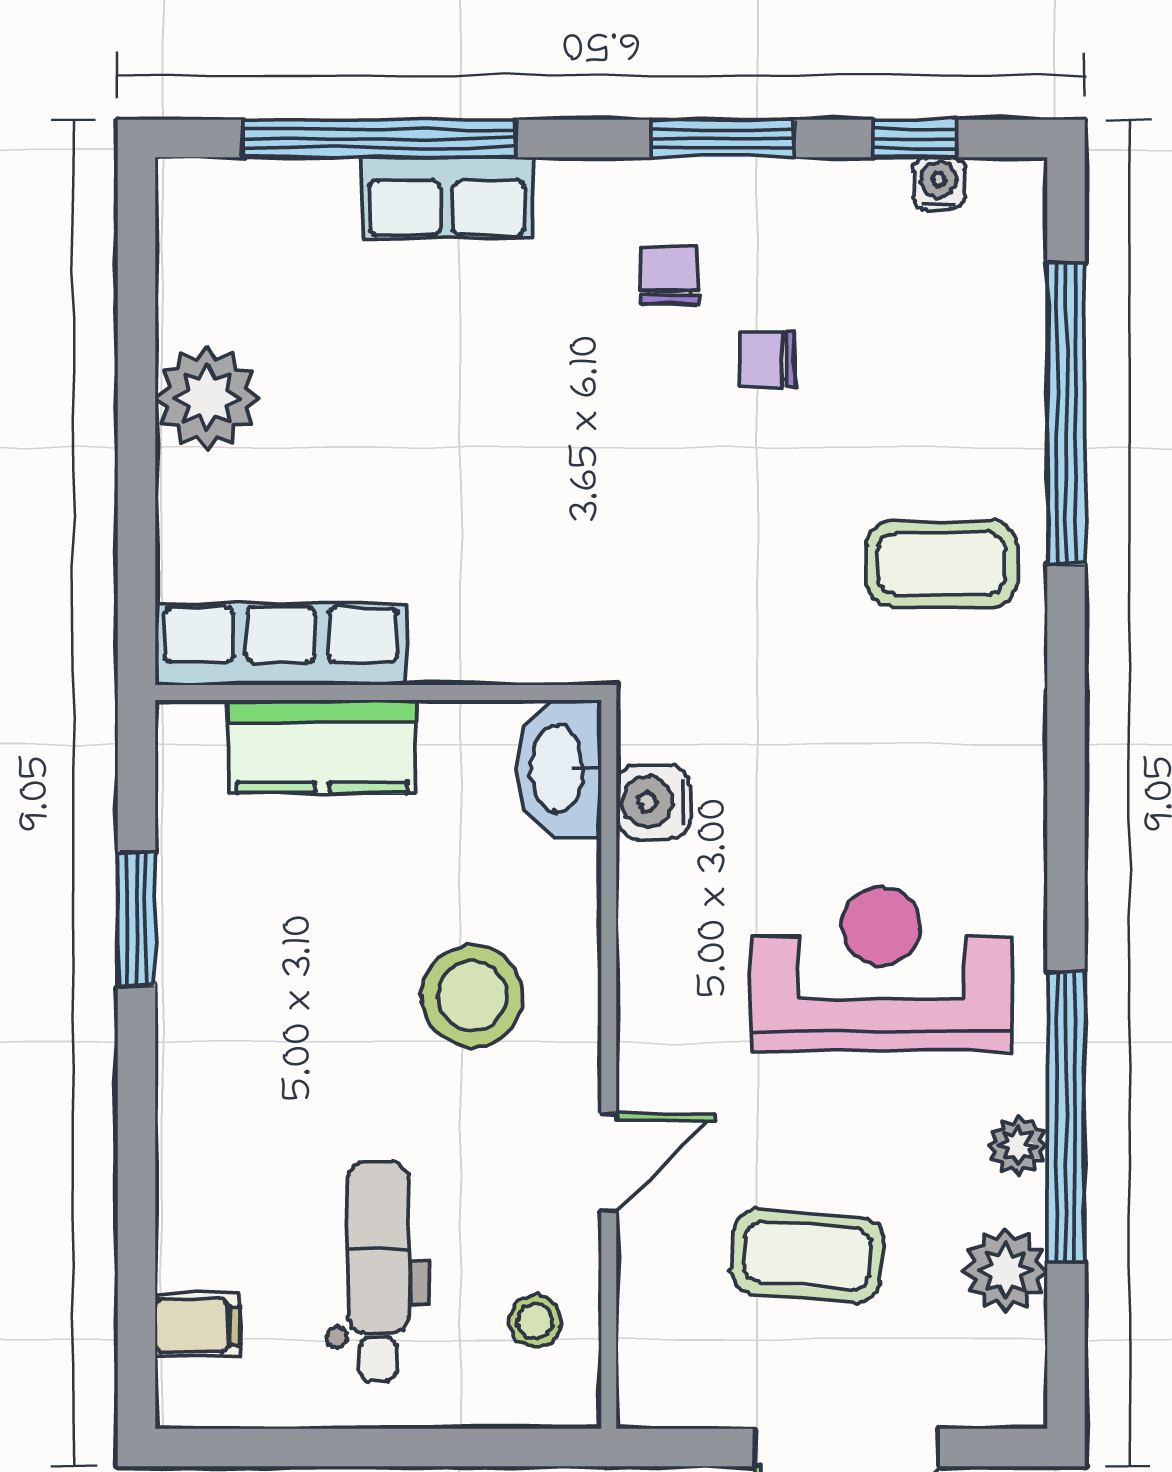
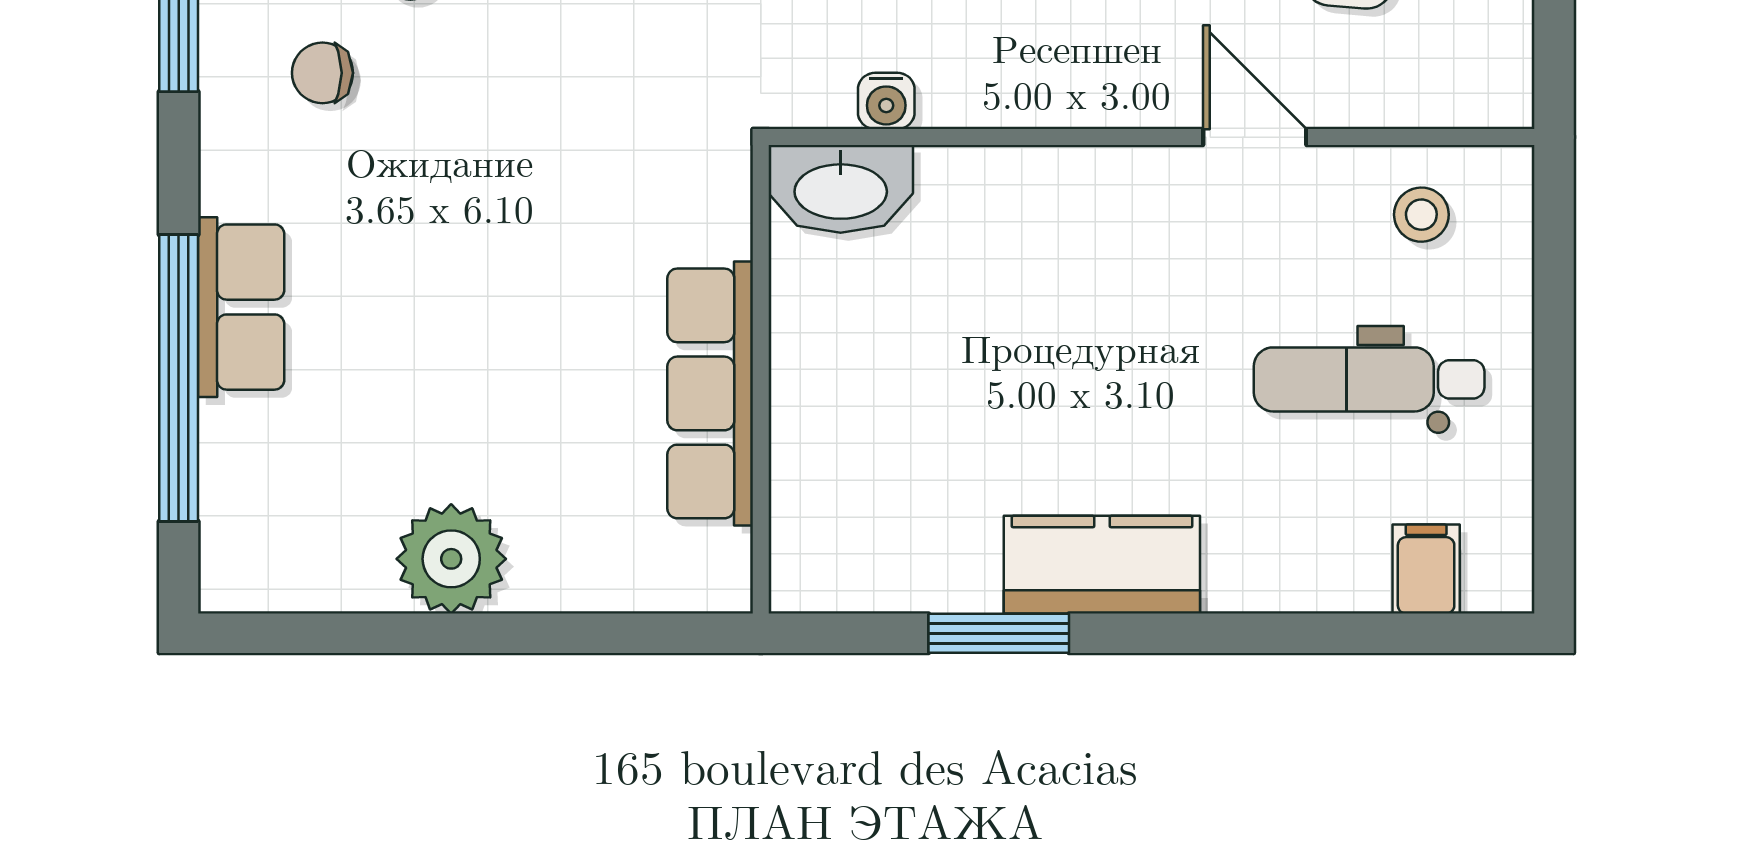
row of seats: (281, 644) -> (710, 393), moved
kitchen counter: (322, 747) -> (1102, 565), moved, turned -90
water cooler: (653, 802) -> (886, 101), width x0.72, depth x0.72
stool: (473, 996) -> (1079, 280), removed

